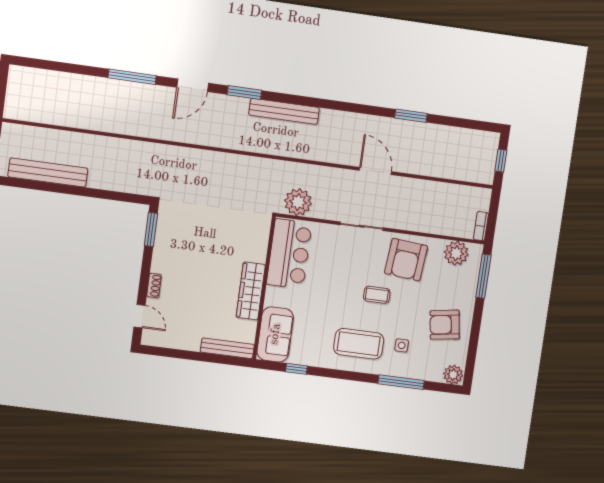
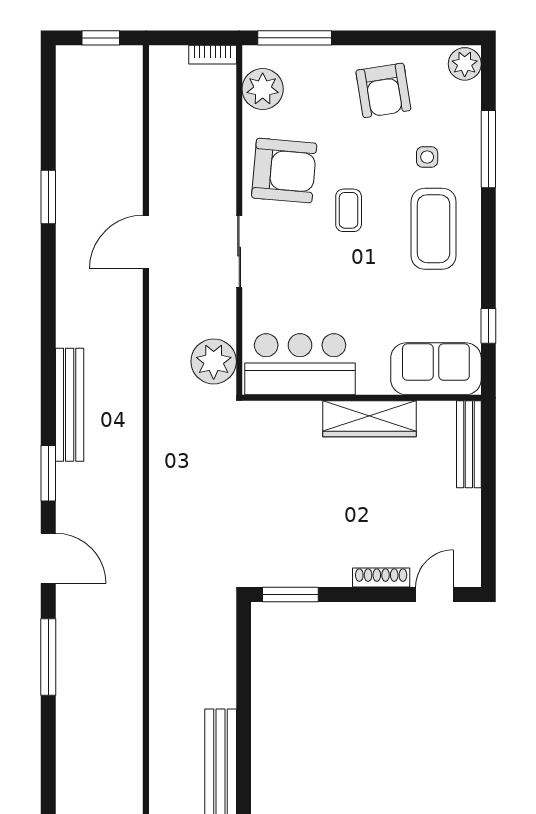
shoe rack: (154, 285) -> (381, 578), width x1.43

